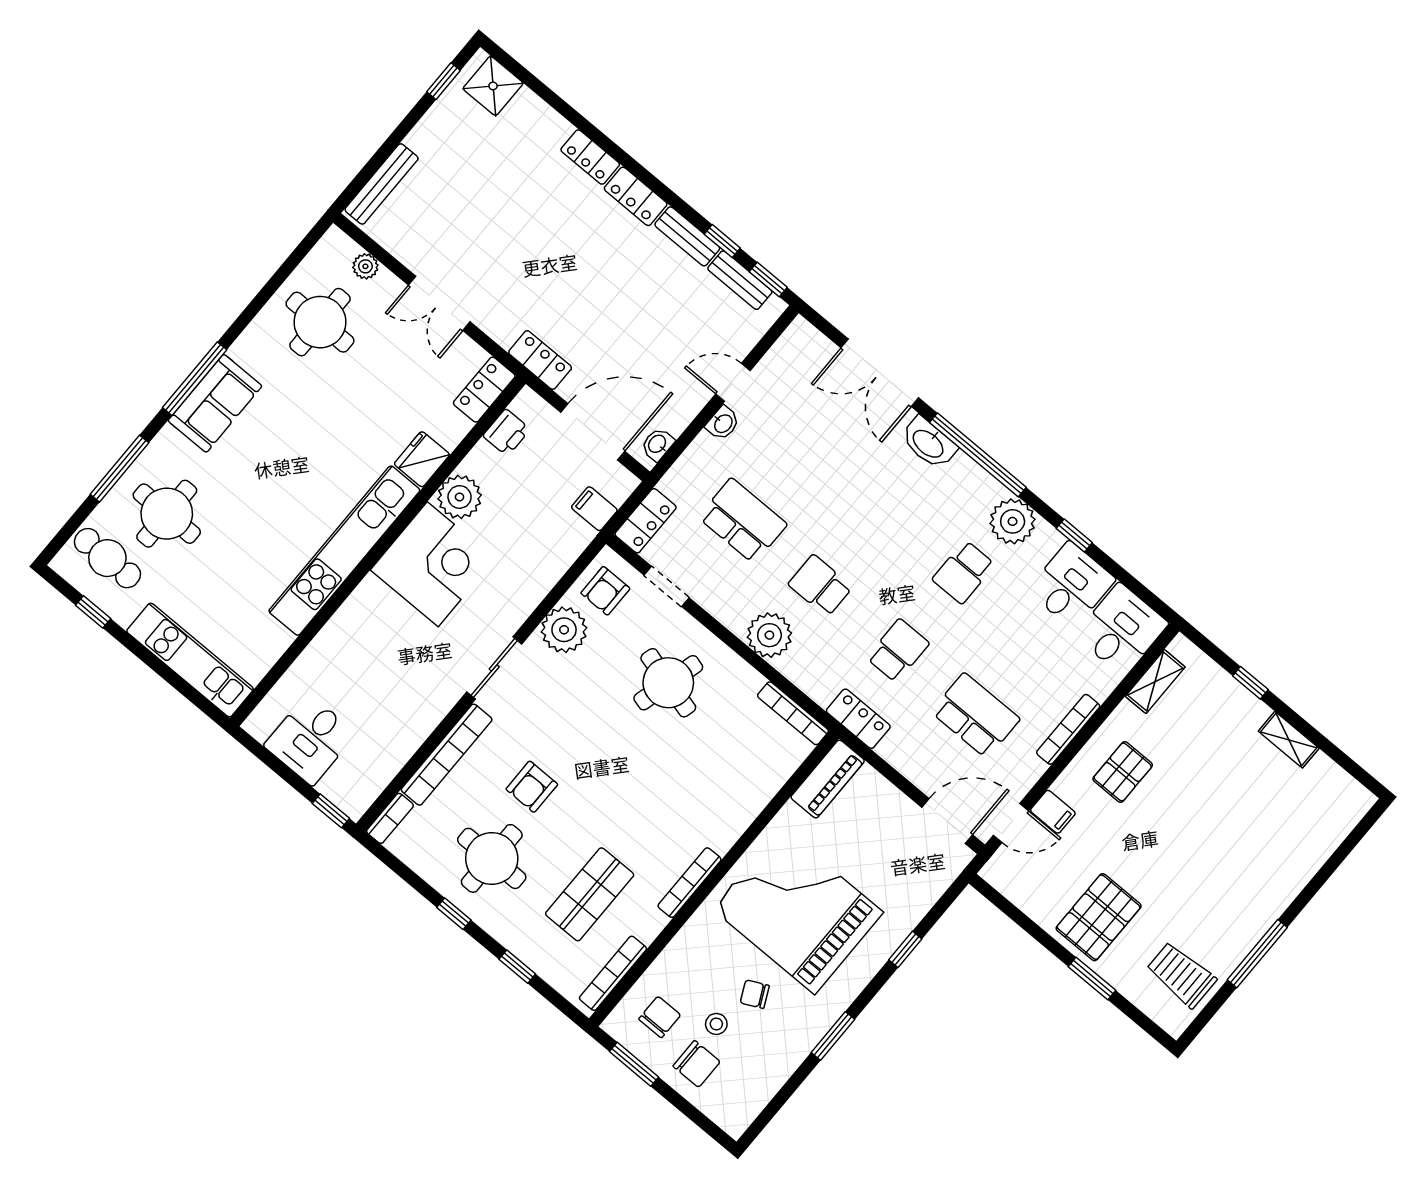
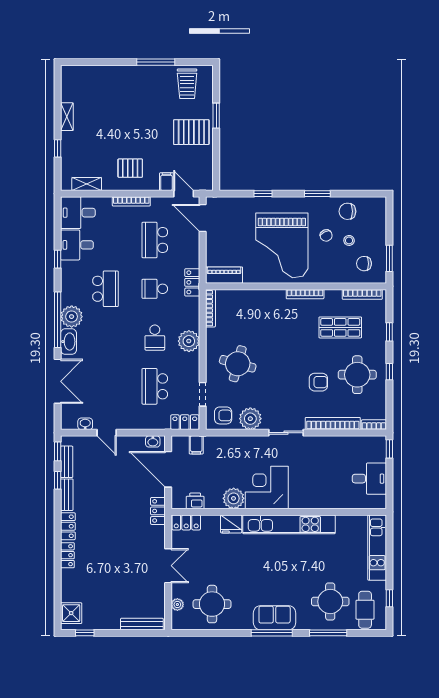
washbasin: (723, 423) -> (85, 424), moved
plant: (1013, 521) -> (72, 317), moved
school desk: (964, 572) -> (105, 289), width x1.85
chair: (697, 1064) -> (347, 211), moved, turned -90

